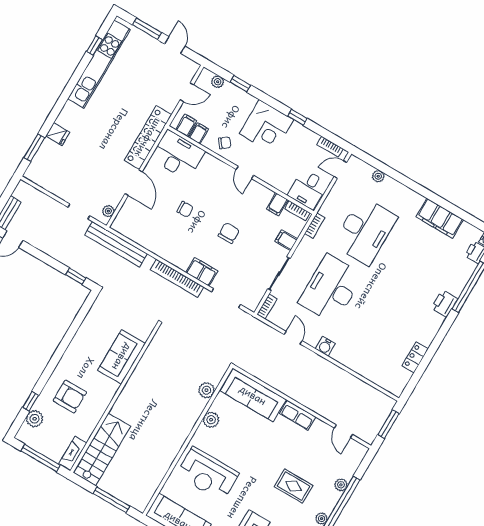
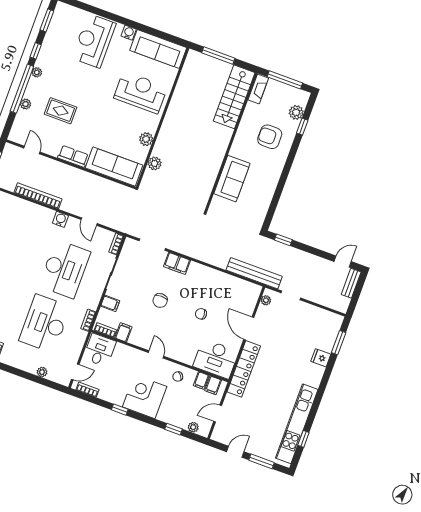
door: (175, 45) -> (235, 452), swing flipped
bookcase: (177, 278) -> (38, 196), moved
rug: (294, 486) -> (61, 111), moved

